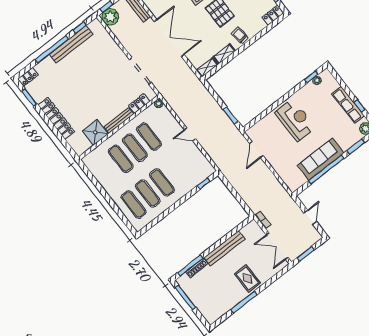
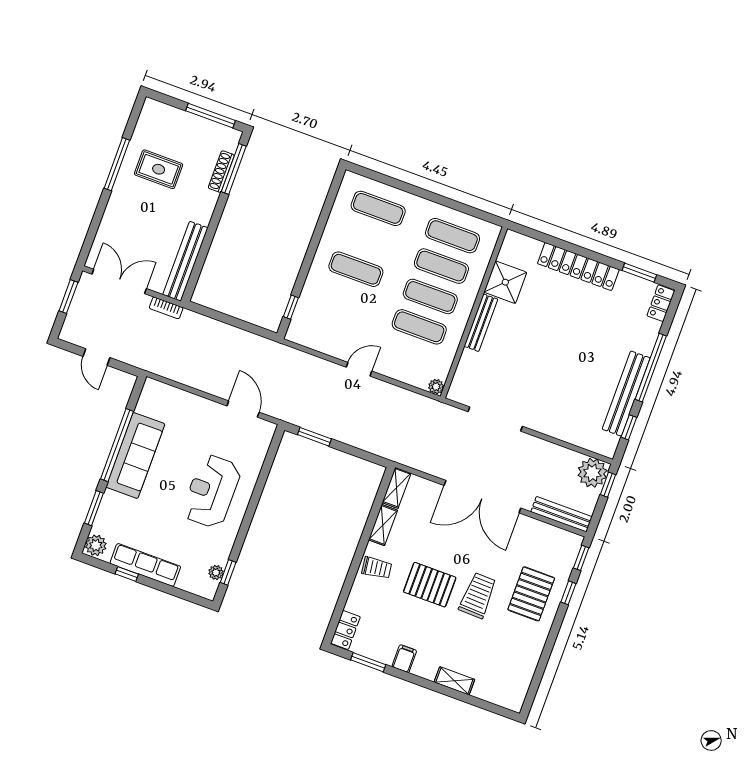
locker: (139, 103) -> (466, 368), removed
reception desk: (295, 120) -> (212, 491), turned 90
exercise mat: (148, 193) -> (453, 236), moved
bench: (225, 248) -> (185, 261), moved
rug: (247, 279) -> (159, 169), moved

